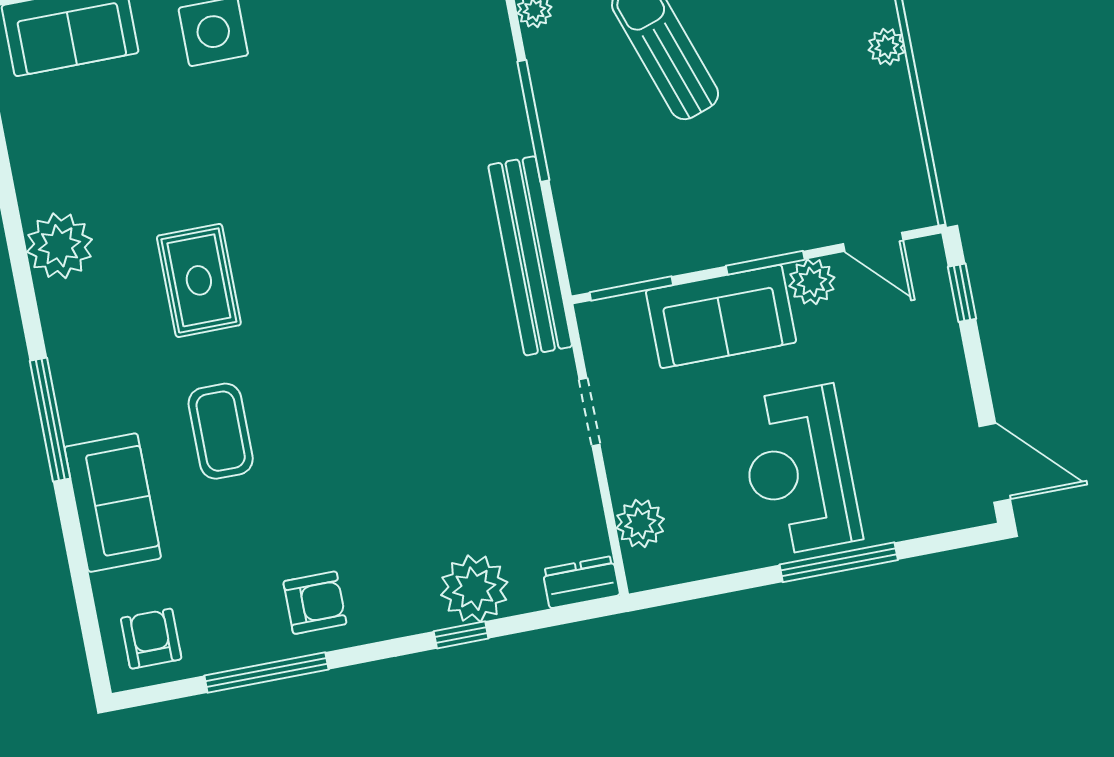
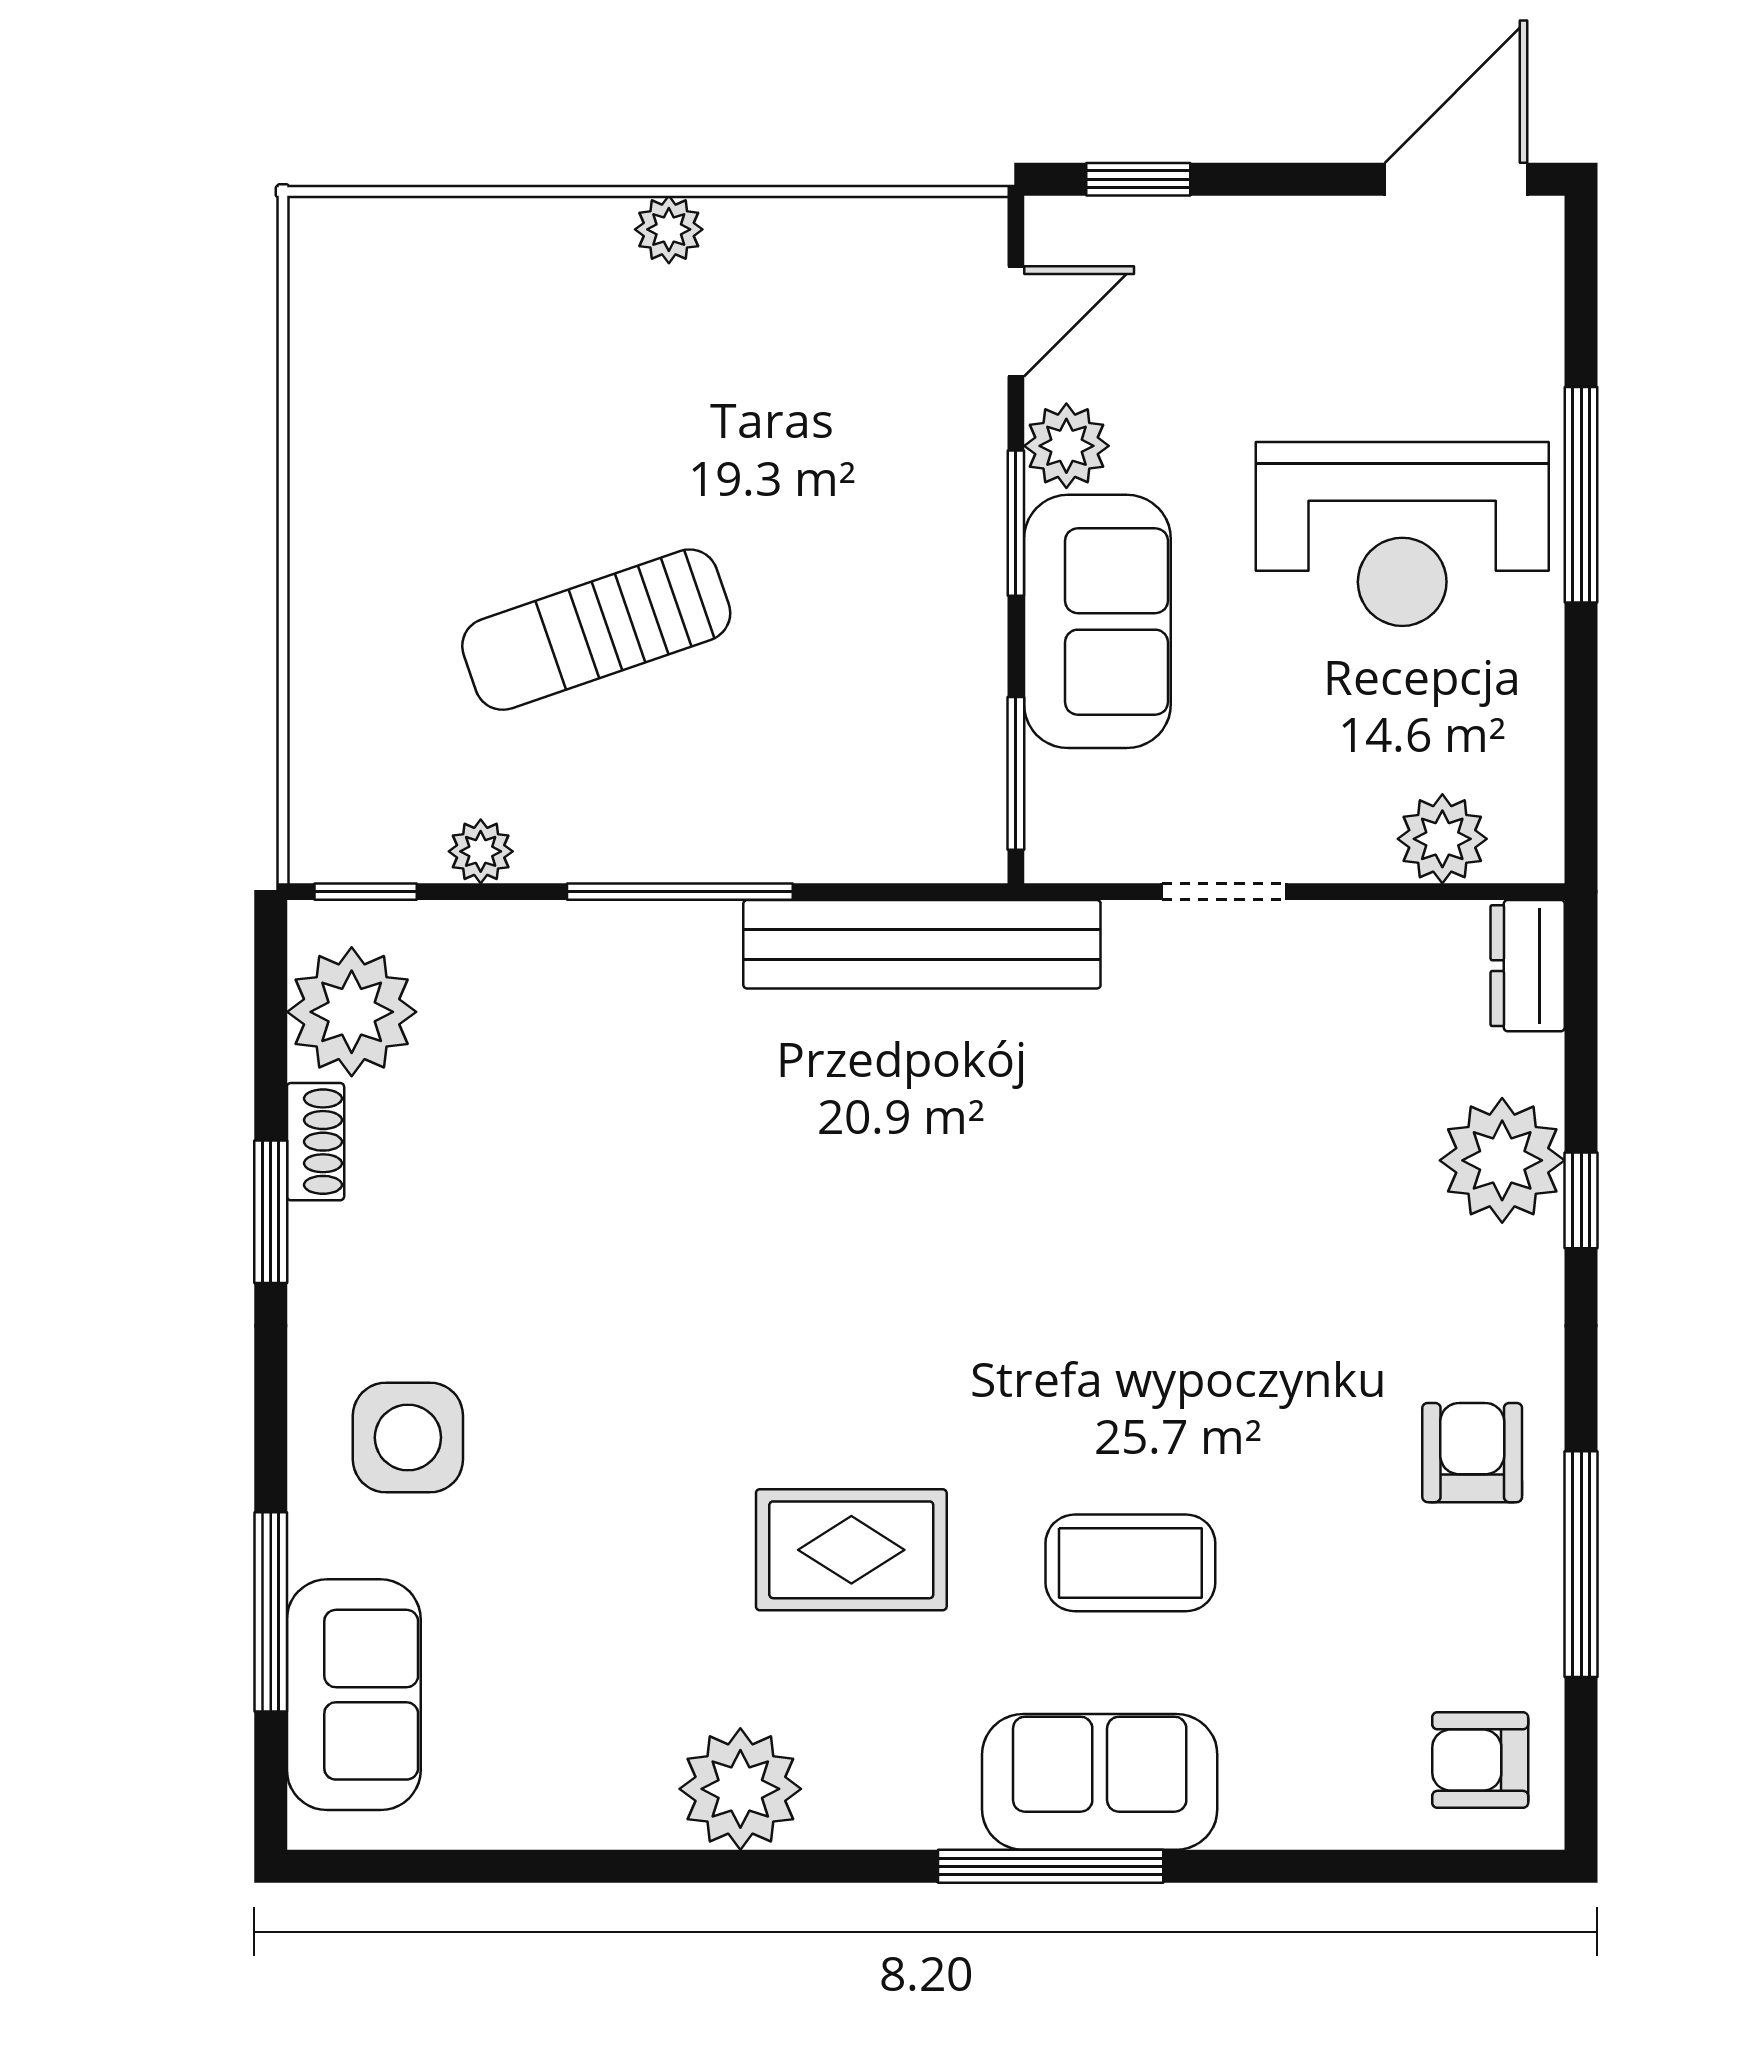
sofa: (113, 503) -> (1100, 1782), moved

